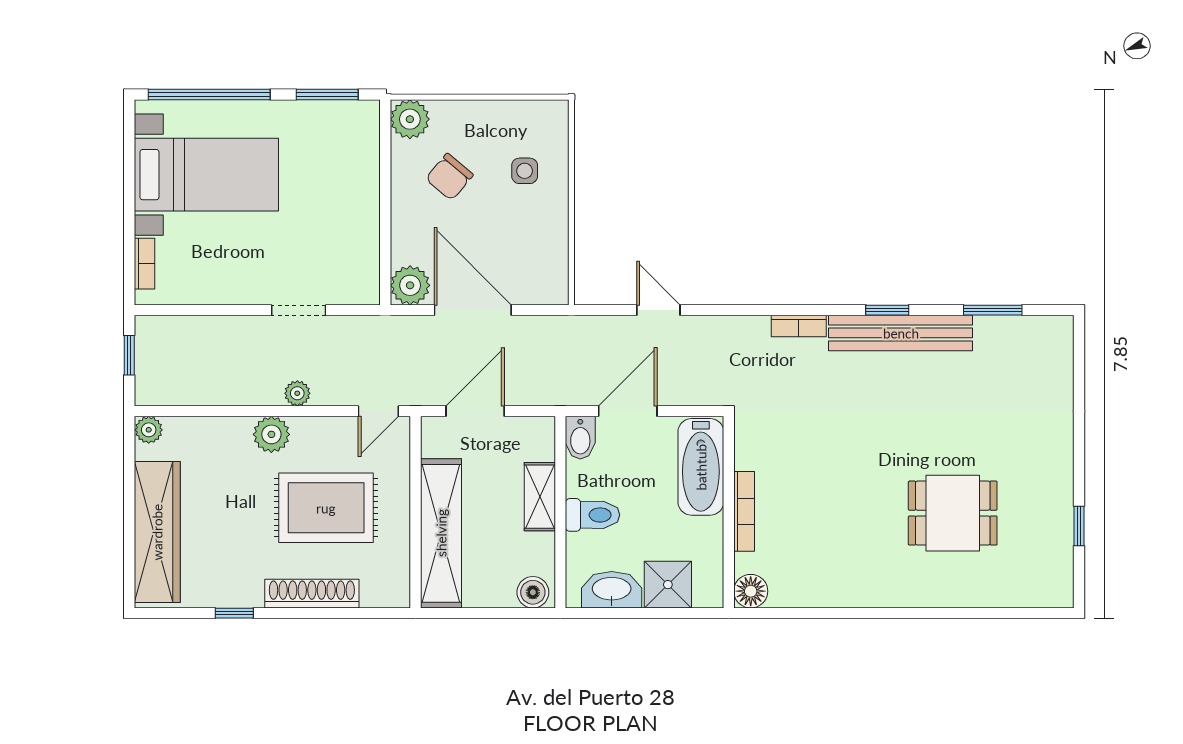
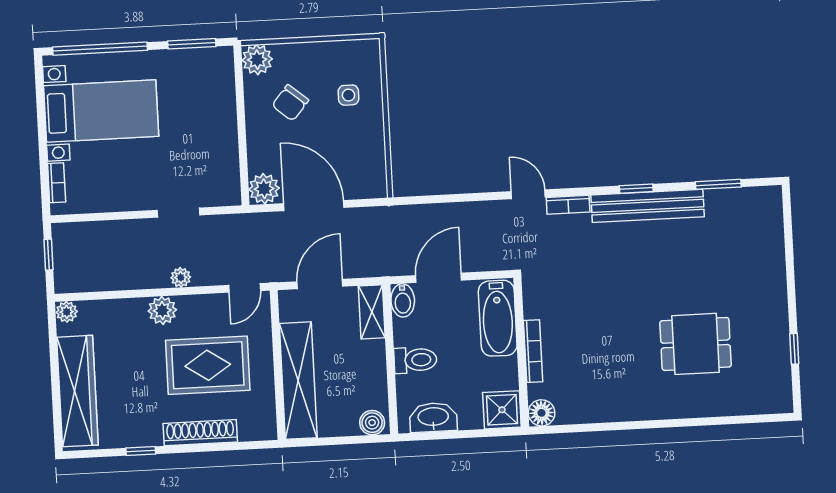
door: (658, 310) -> (528, 194), moved
shelving: (540, 497) -> (372, 312), moved
shower: (668, 585) -> (502, 410), moved

